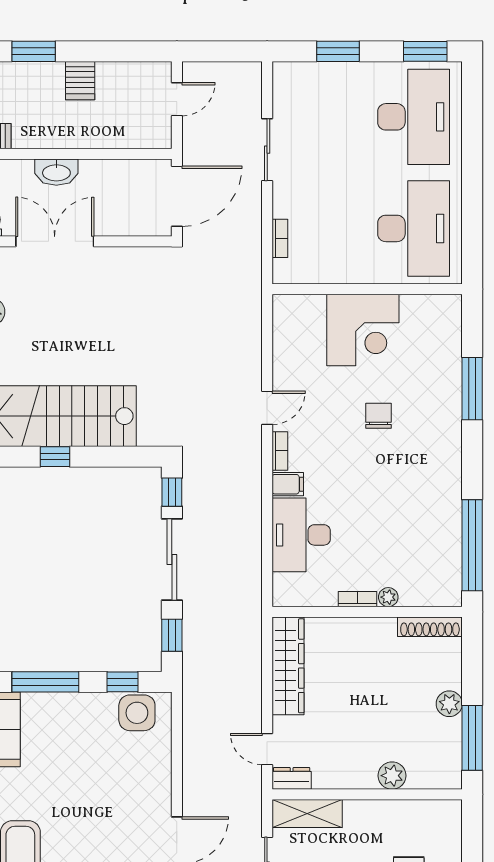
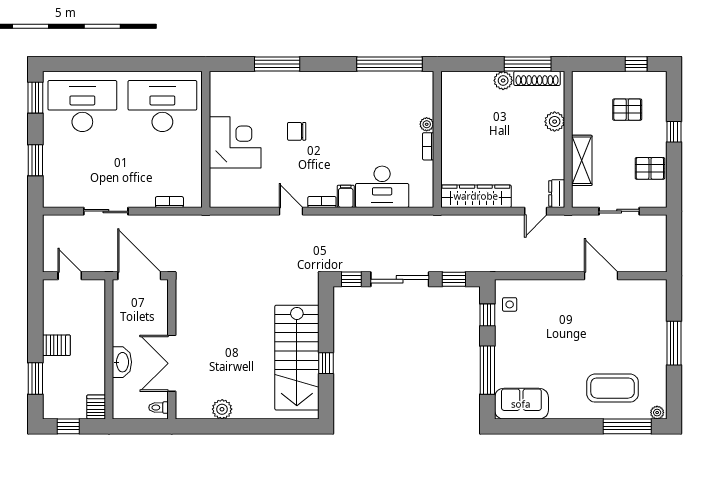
shoe rack: (430, 627) -> (537, 78), moved, turned 90
side table: (137, 713) -> (510, 304), width x0.54, depth x0.54
shelving: (307, 813) -> (582, 160), moved

